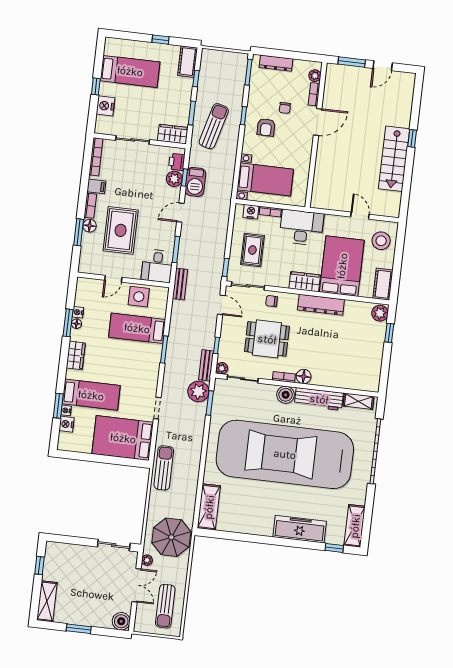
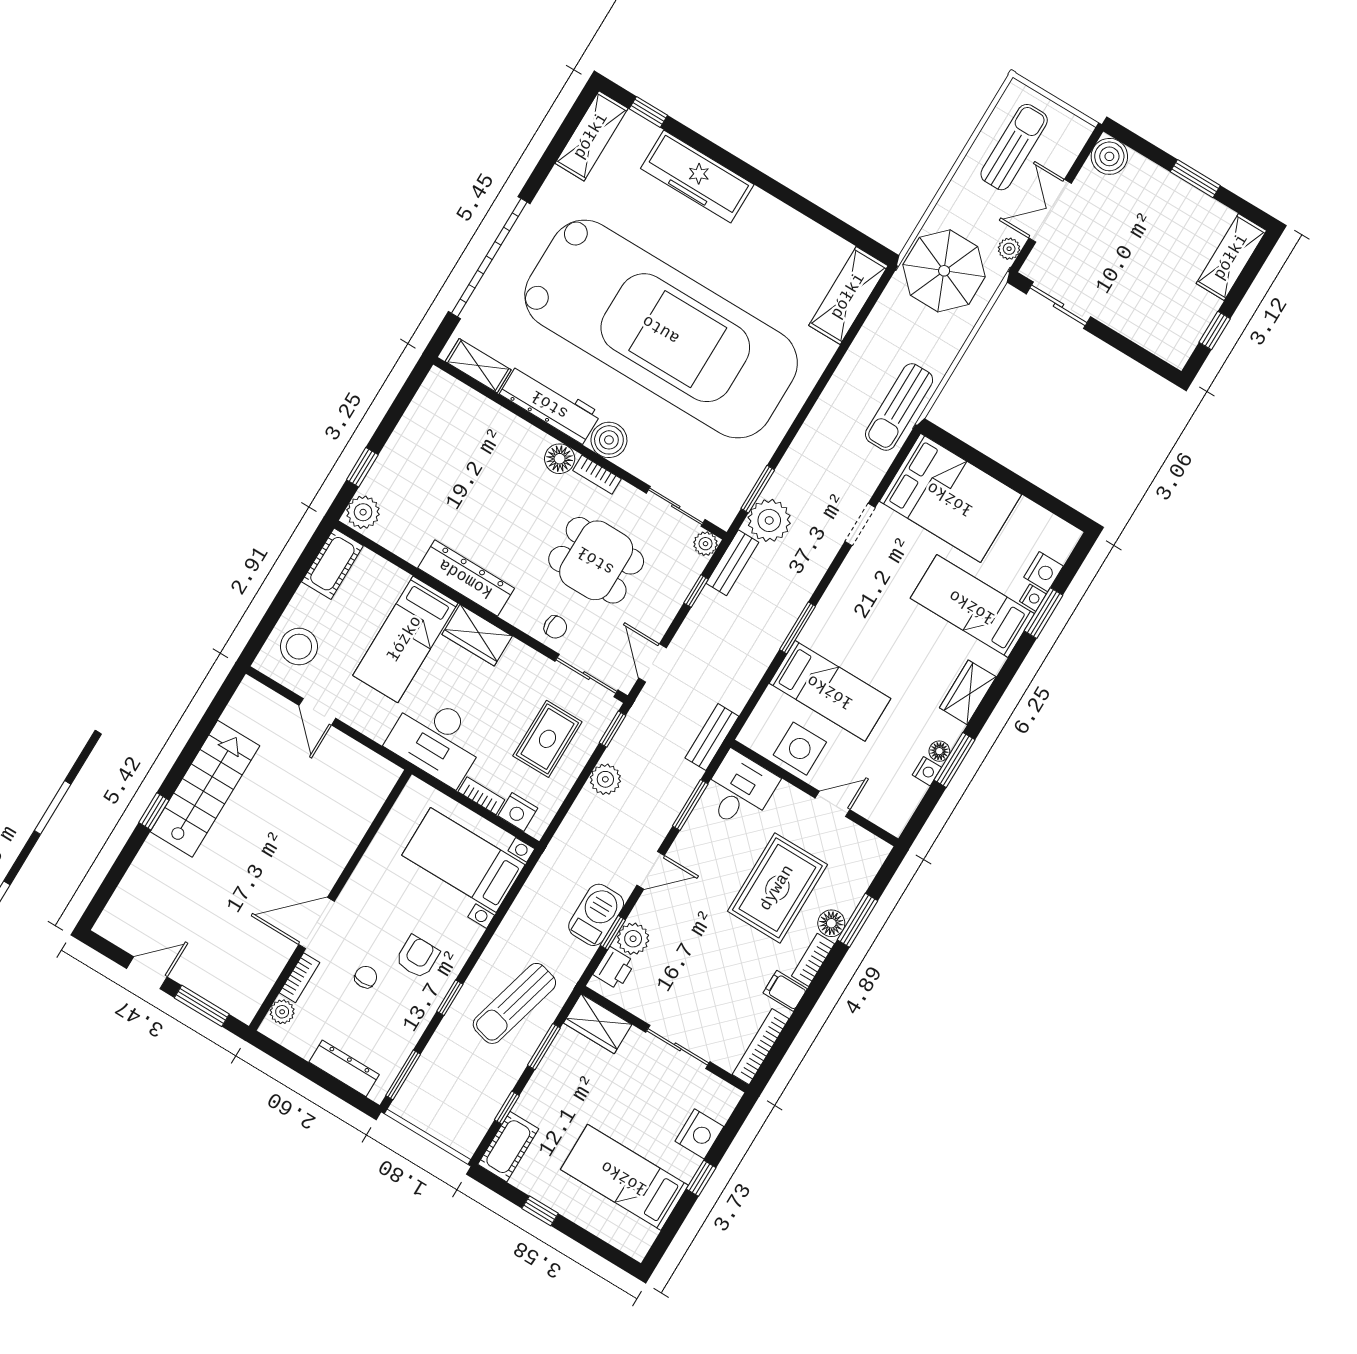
plant: (219, 244) -> (605, 779), added
bed: (342, 266) -> (405, 639), width x0.67

